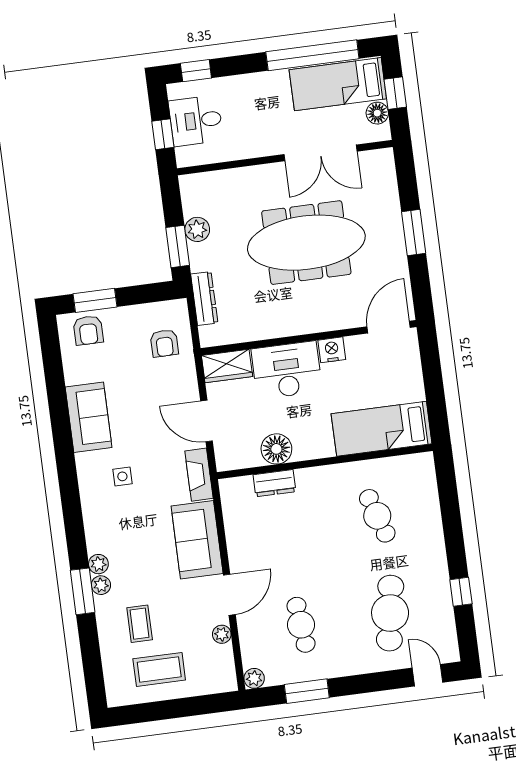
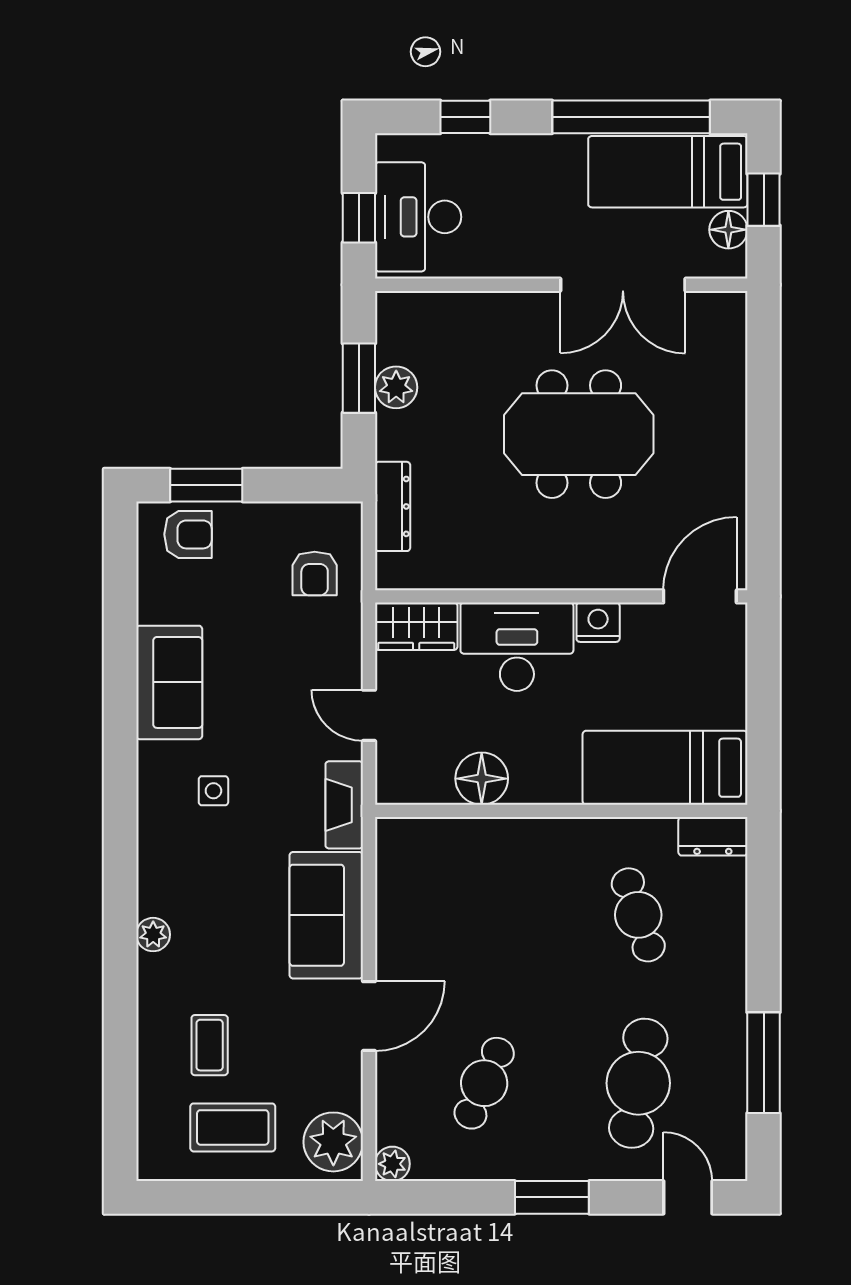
window: (196, 71) -> (465, 117), moved
desk: (196, 121) -> (418, 217), width x1.37
window: (414, 232) -> (764, 441), removed
meeting table: (306, 243) -> (579, 434), width x0.73
window: (178, 246) -> (359, 378), moved
armchair: (88, 330) -> (188, 534), turned -90
door: (207, 421) -> (369, 715), width x0.73
dresser: (274, 483) -> (713, 836), moved
plant: (101, 585) -> (153, 971), removed
window: (83, 591) -> (120, 977), removed
window: (461, 592) -> (764, 1063), width x2.17
cafe table: (301, 625) -> (484, 1083), turned 30
plant: (222, 634) -> (333, 1142), moved, width x1.88, depth x1.88
window: (307, 691) -> (552, 1197), moved

